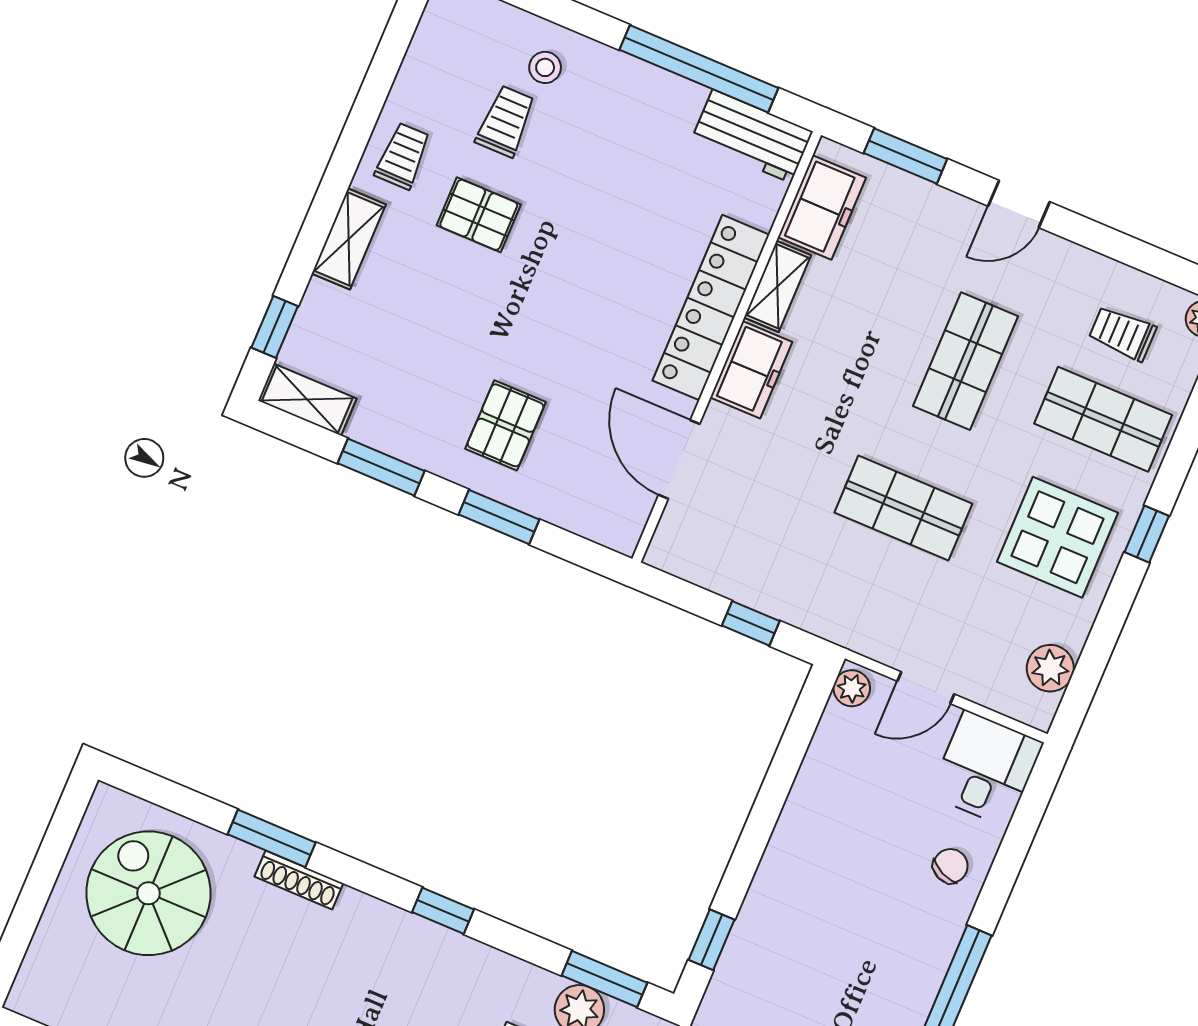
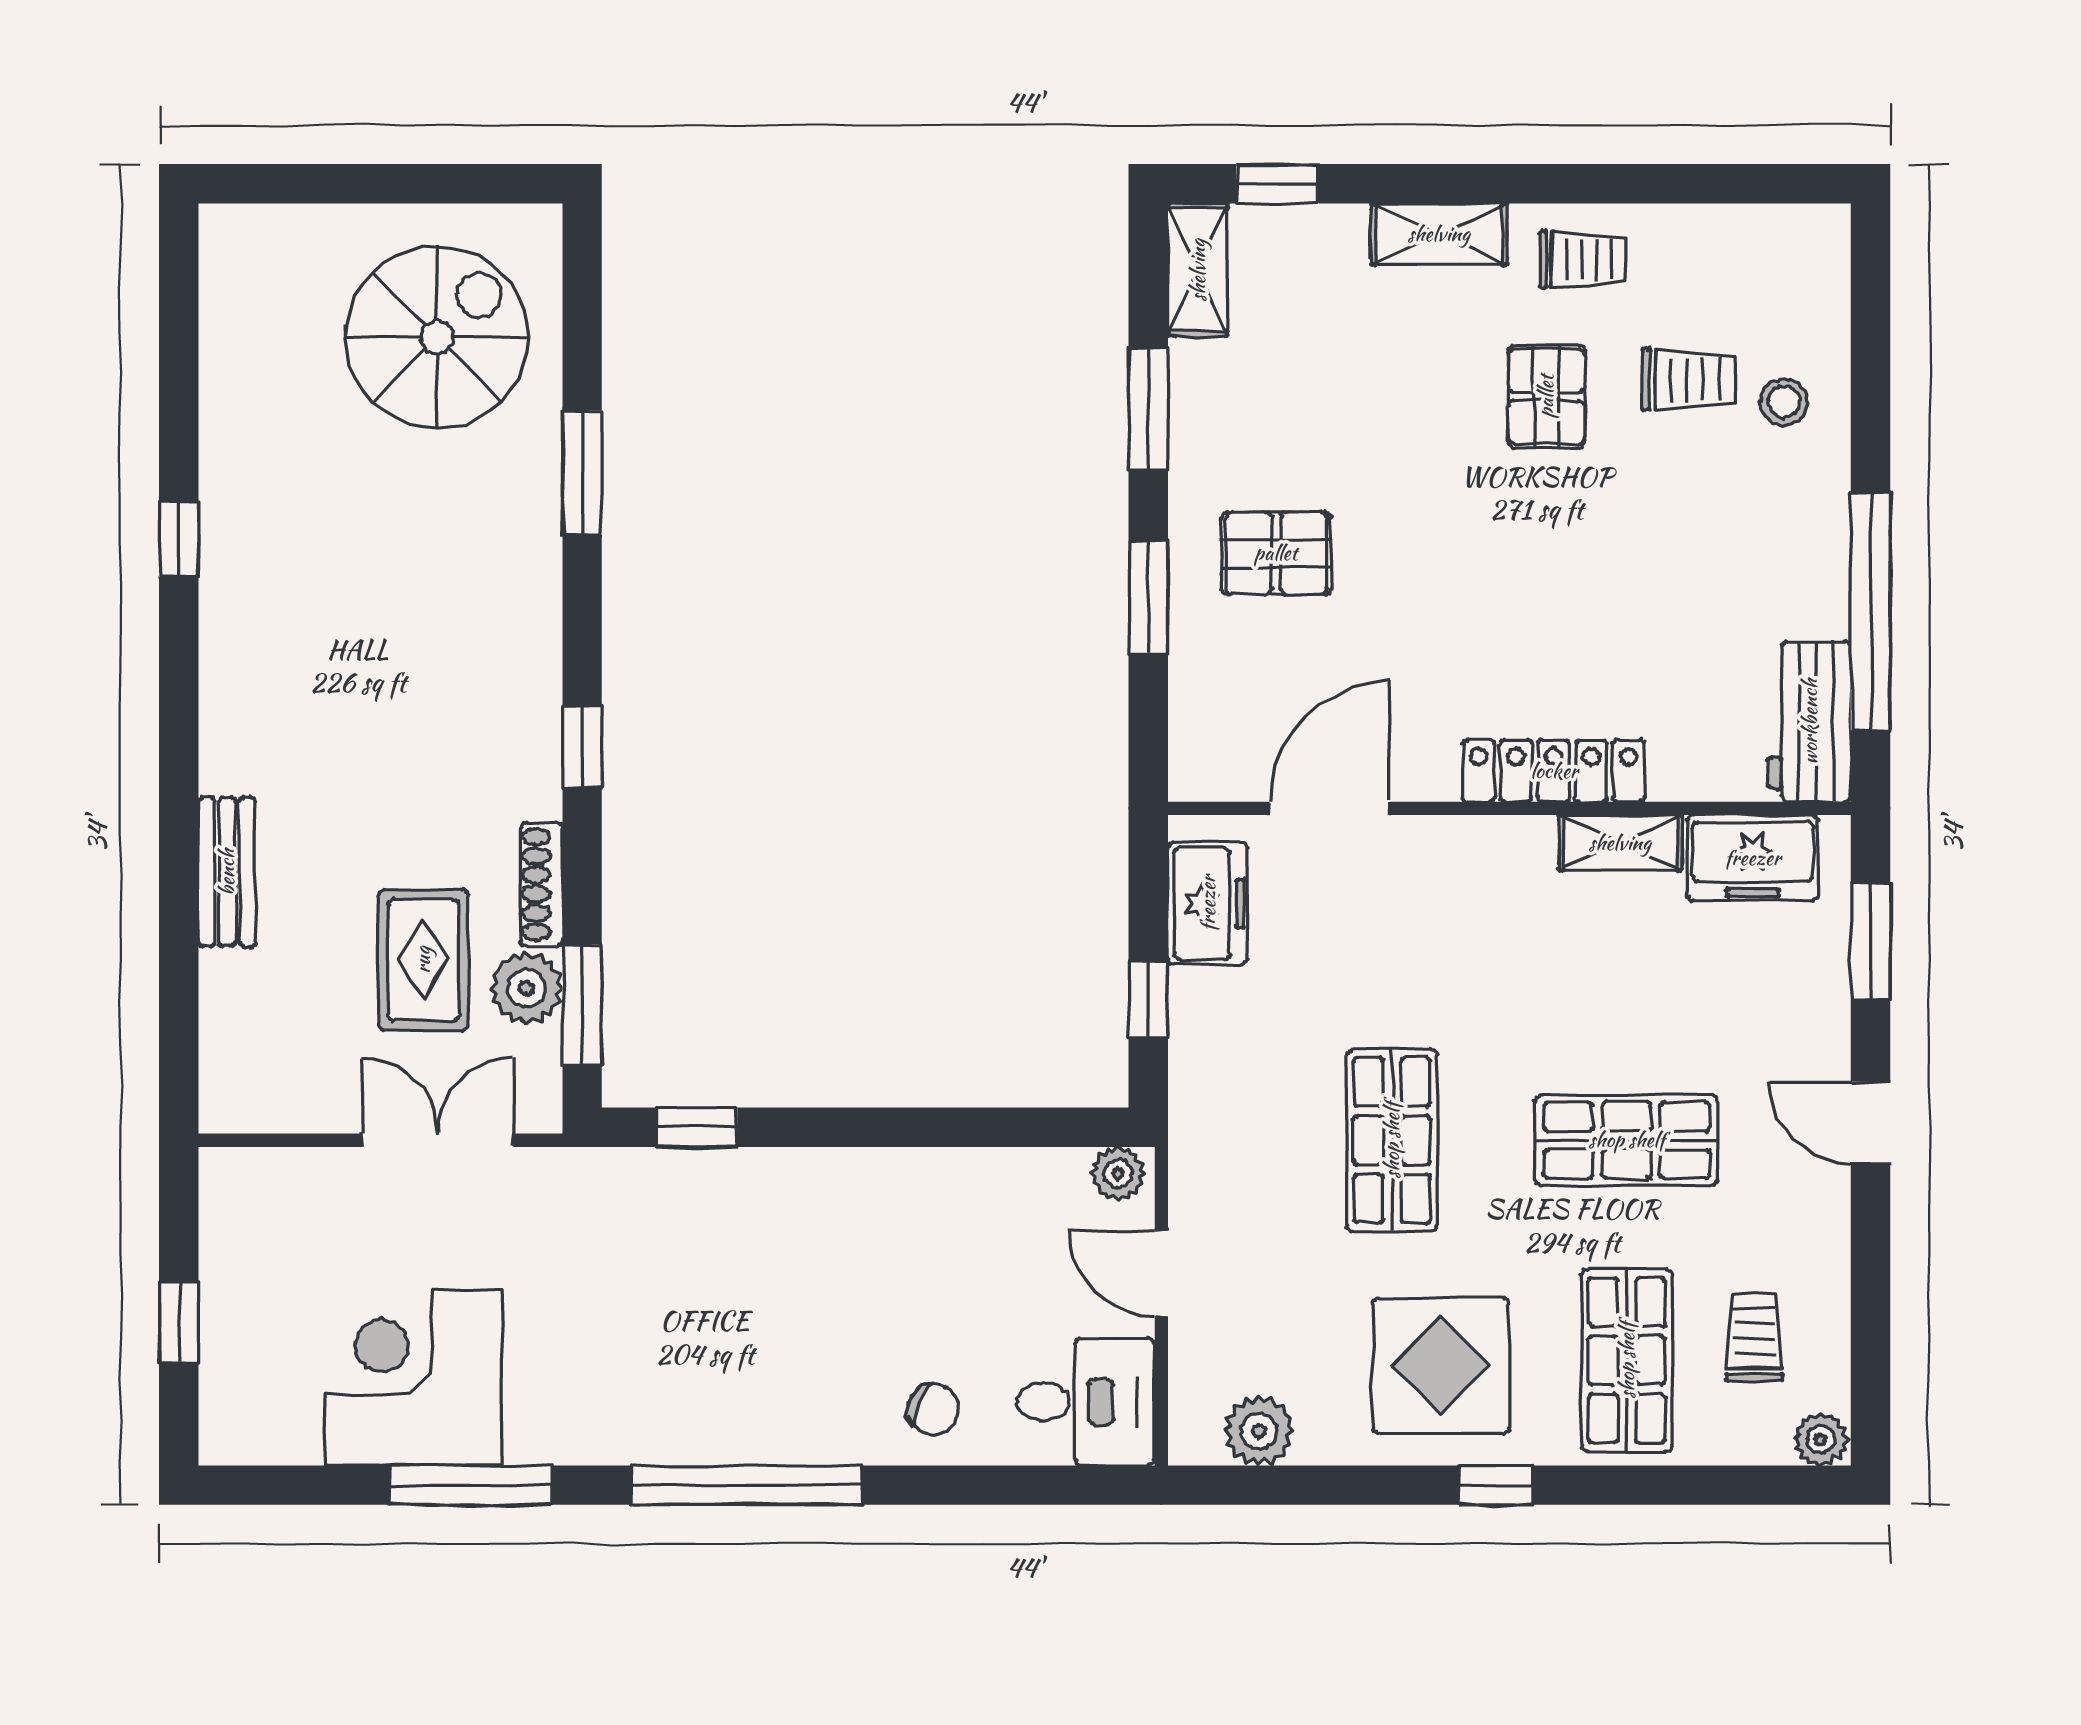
locker: (711, 308) -> (1554, 771), width x0.71, depth x0.83
freezer: (751, 370) -> (1208, 903), moved, turned -90
shoe rack: (299, 880) -> (542, 885), moved

